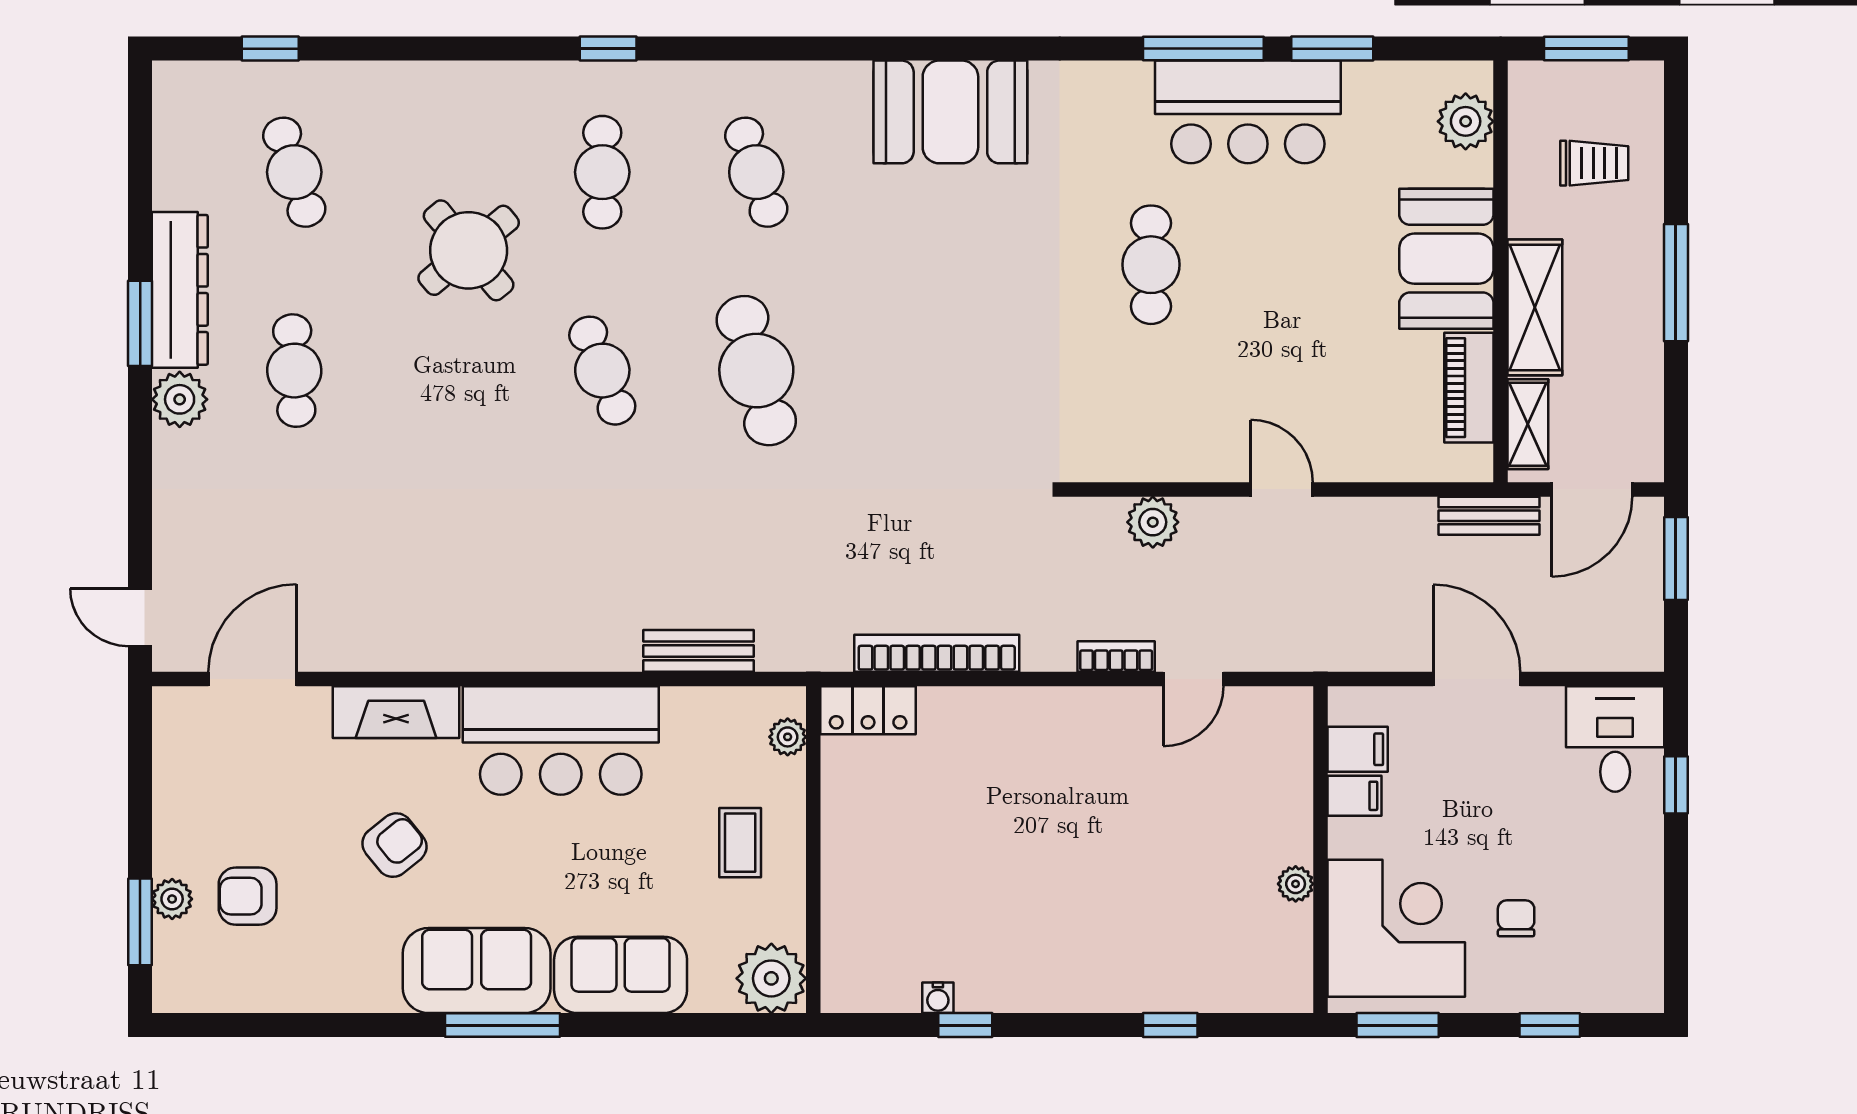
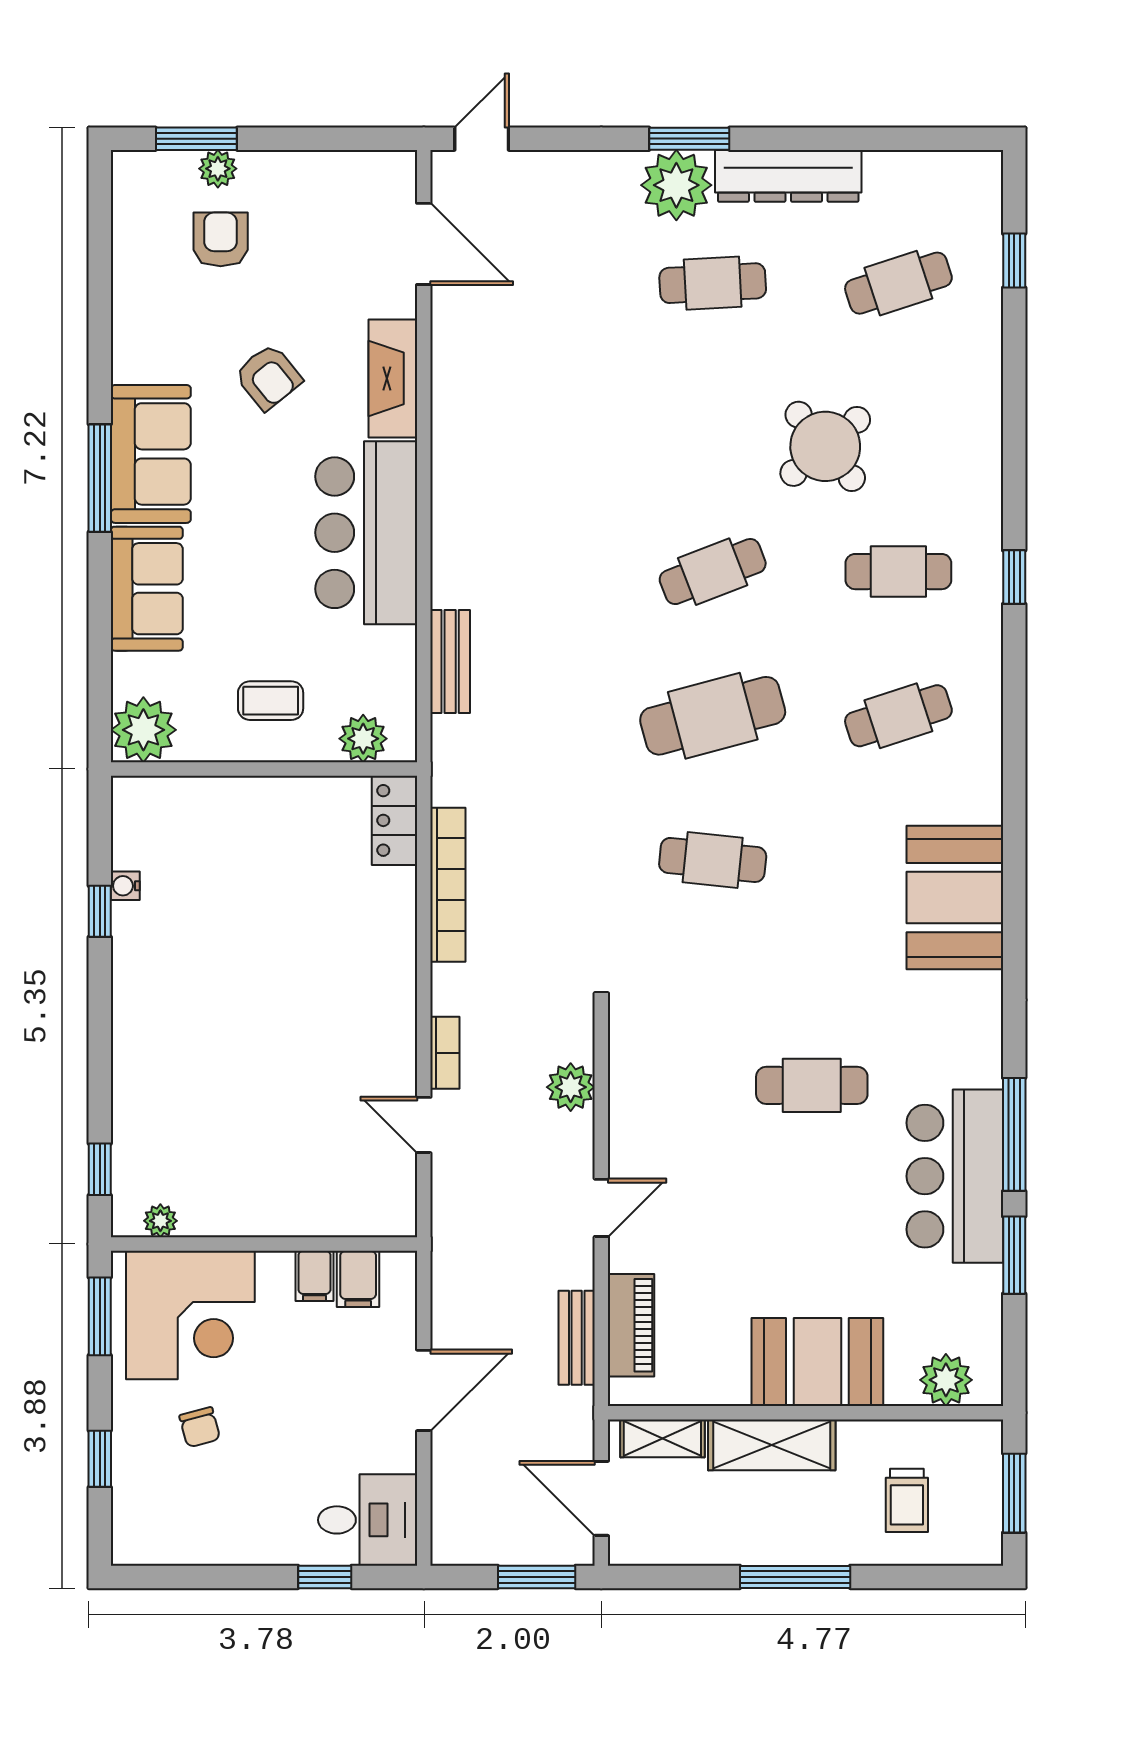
window: (140, 323) -> (689, 139), moved
cafe table: (910, 371) -> (713, 860), added
piano: (1469, 388) -> (631, 1325), moved, turned 90
plant: (180, 399) -> (676, 185), width x1.36, depth x1.36
bench: (1489, 516) -> (577, 1338), moved
plant: (788, 737) -> (363, 739), width x1.38, depth x1.38
plant: (1296, 884) -> (160, 1221), moved
chair: (1516, 918) -> (200, 1427), turned 75
window: (1170, 1025) -> (100, 1169), moved

